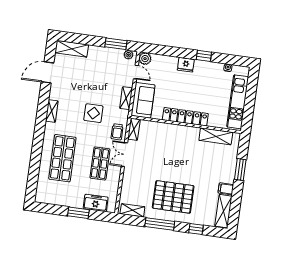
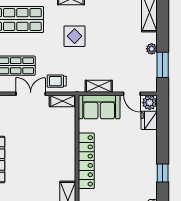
plant: (128, 55) -> (152, 49), moved
fridge: (186, 65) -> (149, 120), moved
door: (136, 72) -> (132, 94), hinge flipped
display table: (93, 113) -> (75, 36), moved

